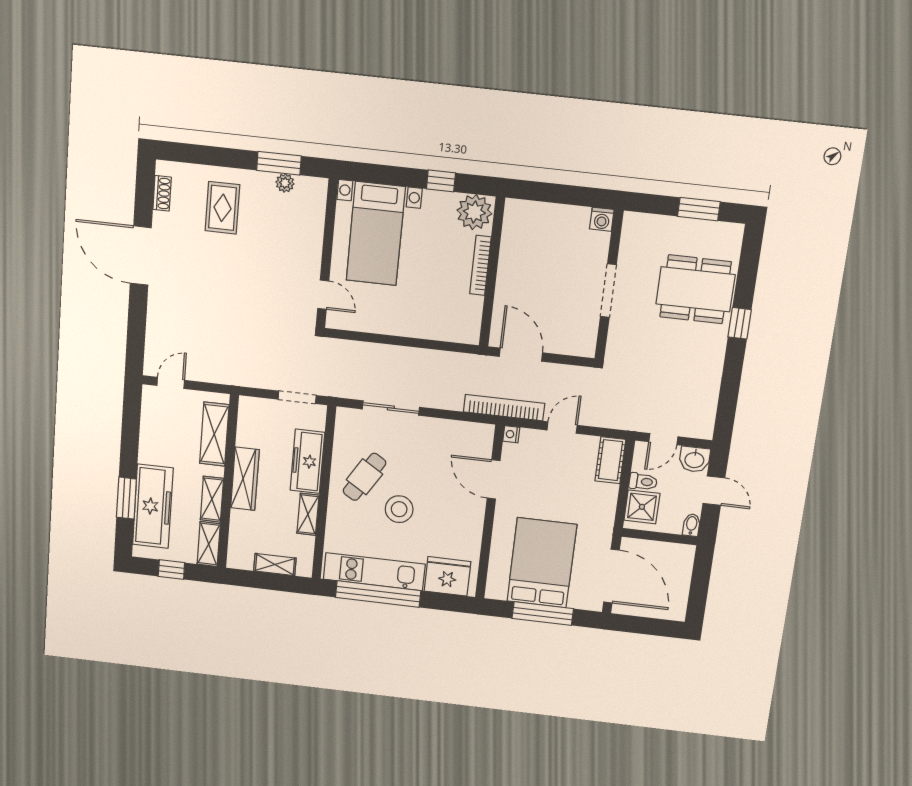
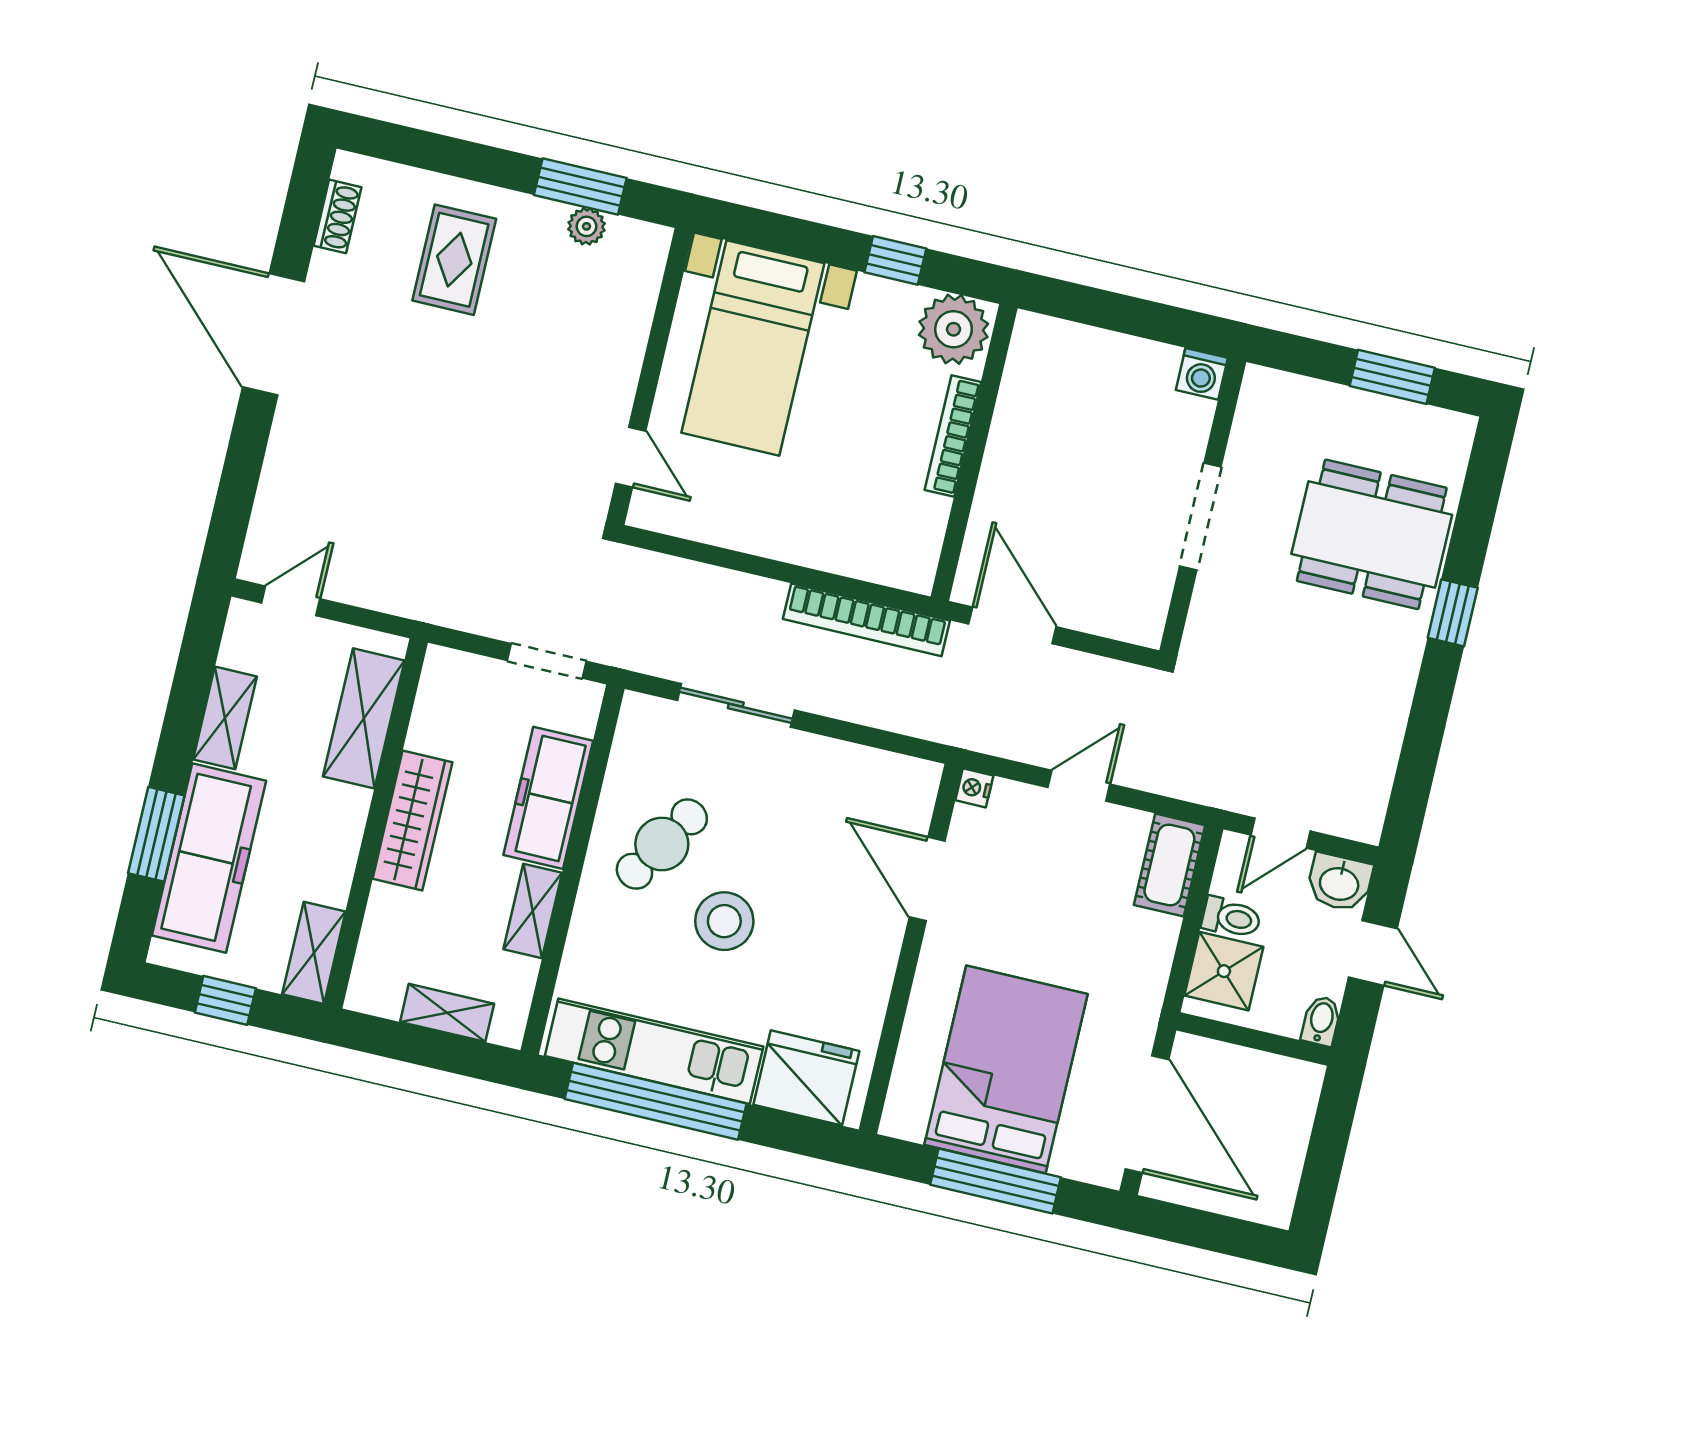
bookcase: (504, 408) -> (866, 620), moved, turned 180
shelving: (212, 499) -> (225, 718), moved

